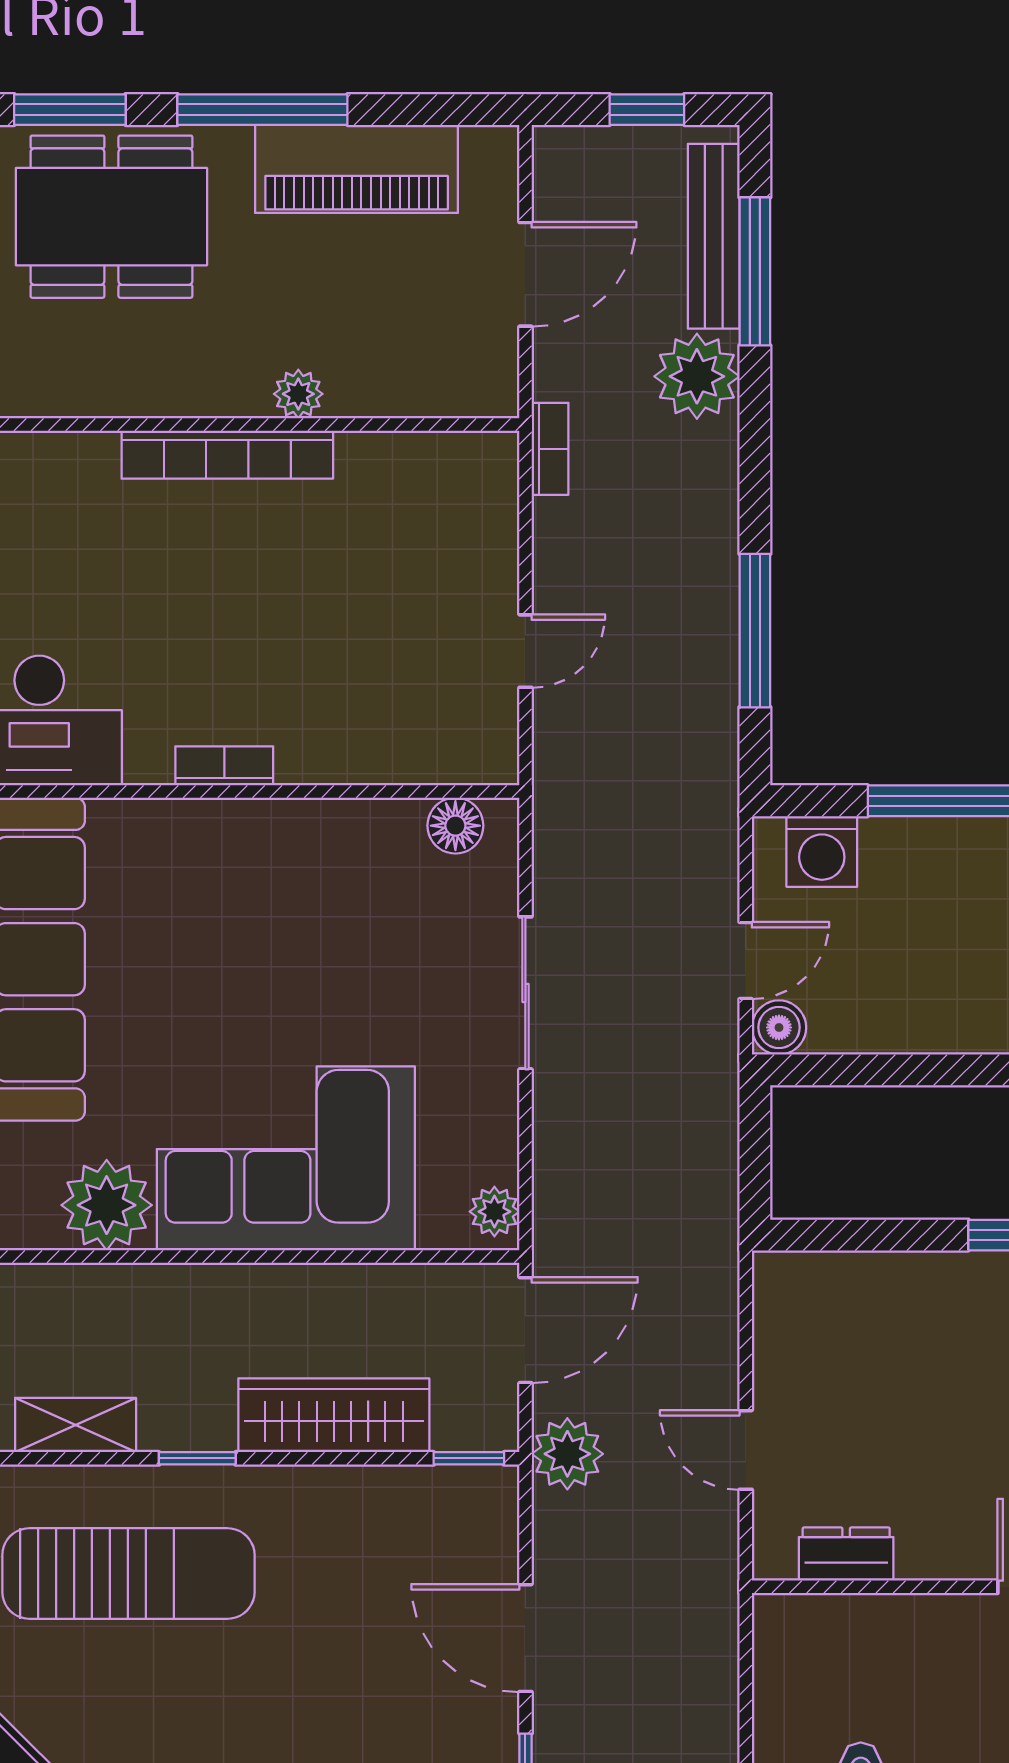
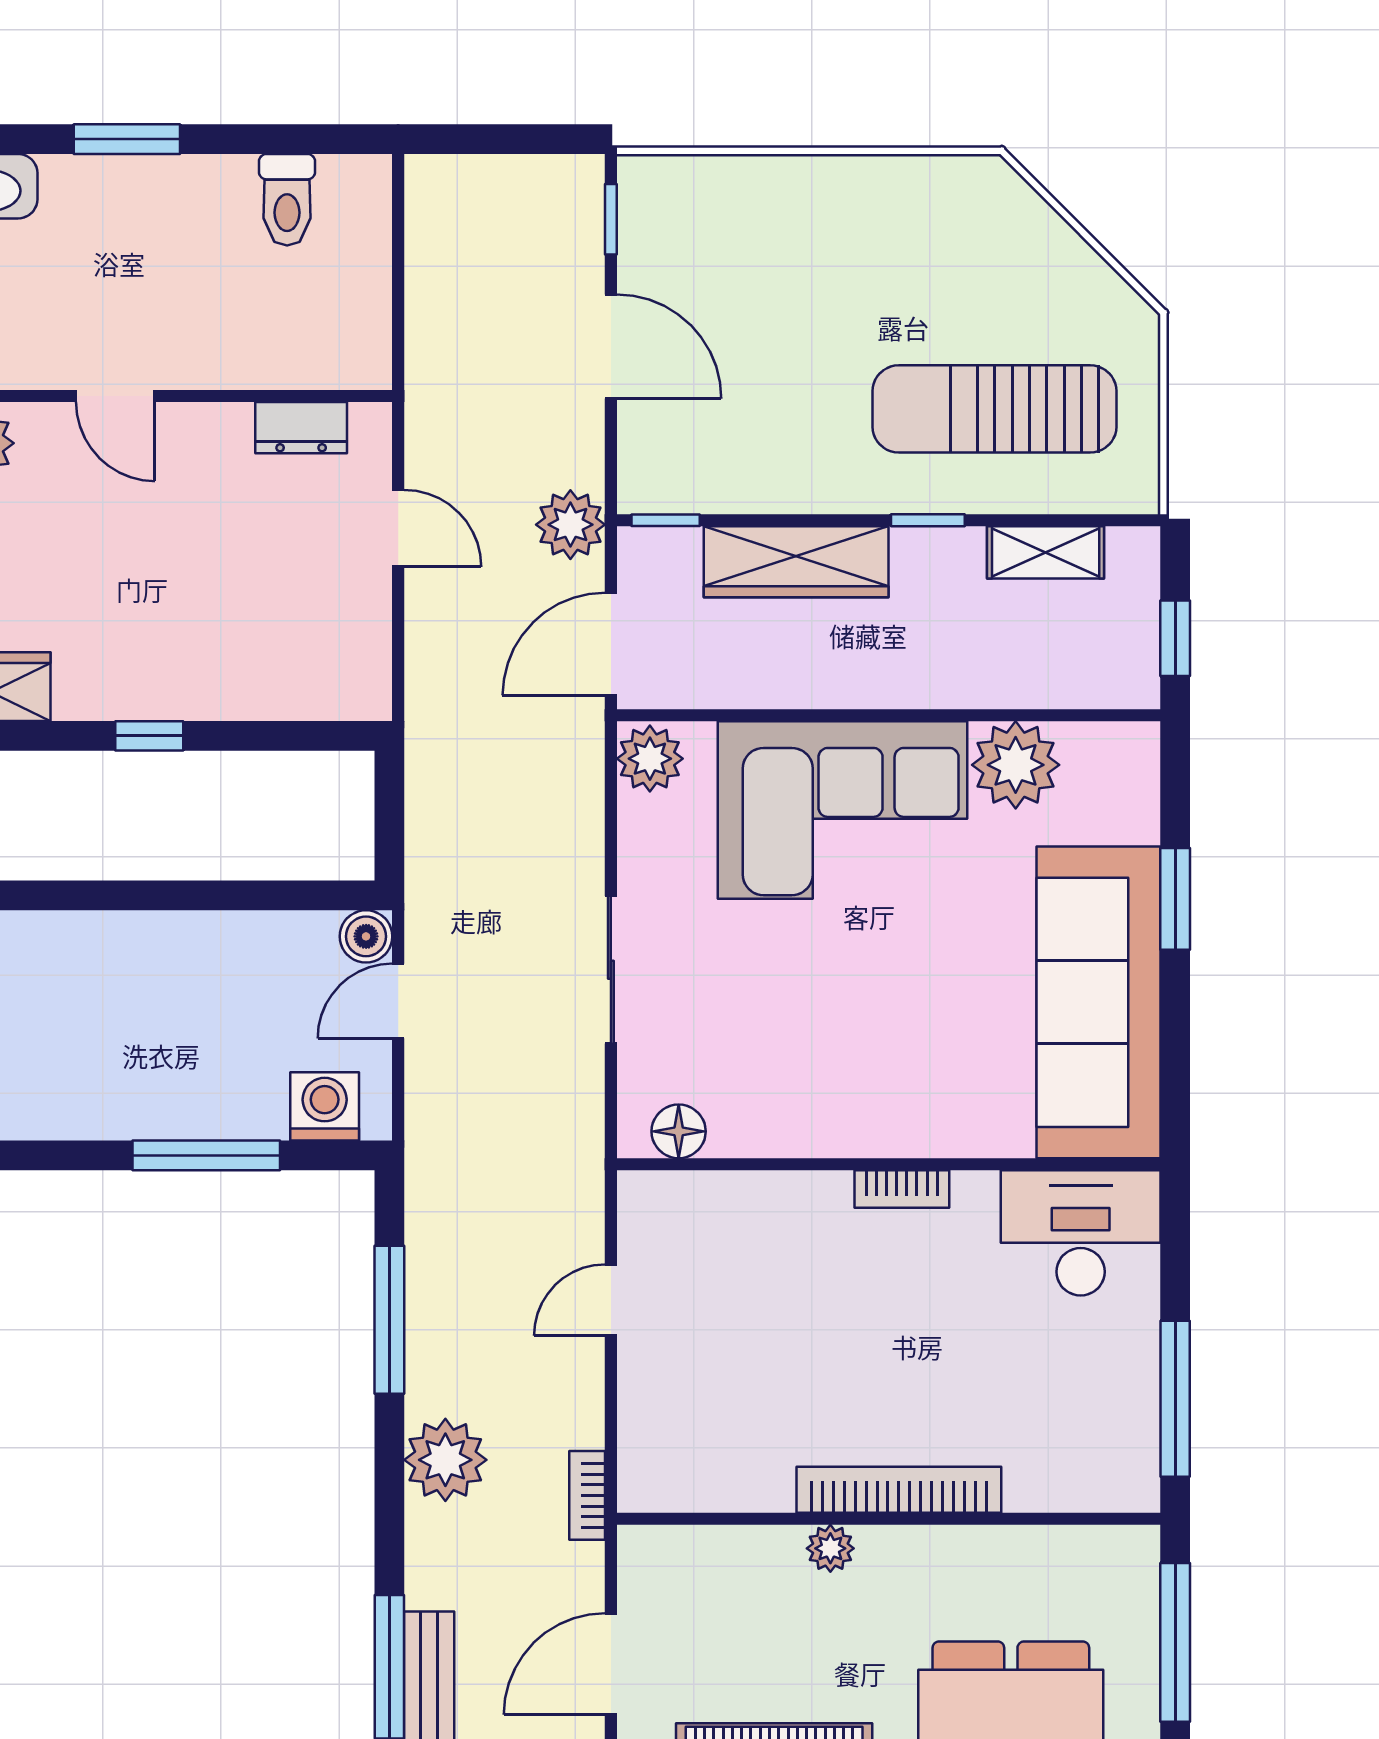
plant: (697, 376) -> (445, 1460), moved
plant: (494, 1212) -> (650, 759), width x1.38, depth x1.38

